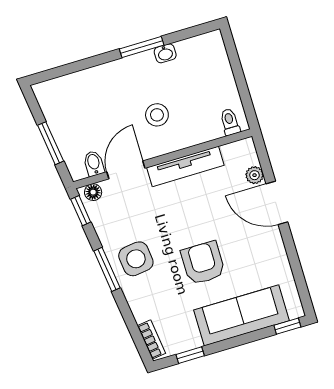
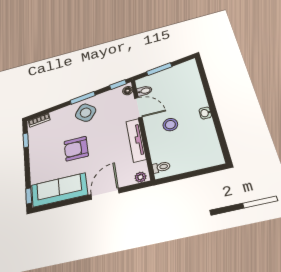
window: (142, 47) -> (215, 116), removed
washbasin: (165, 53) -> (205, 113), moved
plant: (255, 175) -> (140, 177), moved
side table: (136, 259) -> (86, 113), turned 45
armchair: (203, 263) -> (76, 149), turned 180
sofa: (241, 315) -> (59, 190), moved, turned -90

